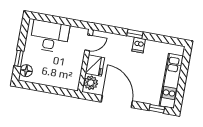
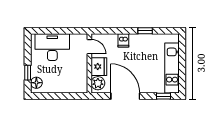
window: (135, 34) -> (145, 31), moved
door: (89, 43) -> (89, 47), hinge flipped
dishwasher: (139, 45) -> (123, 40), moved

